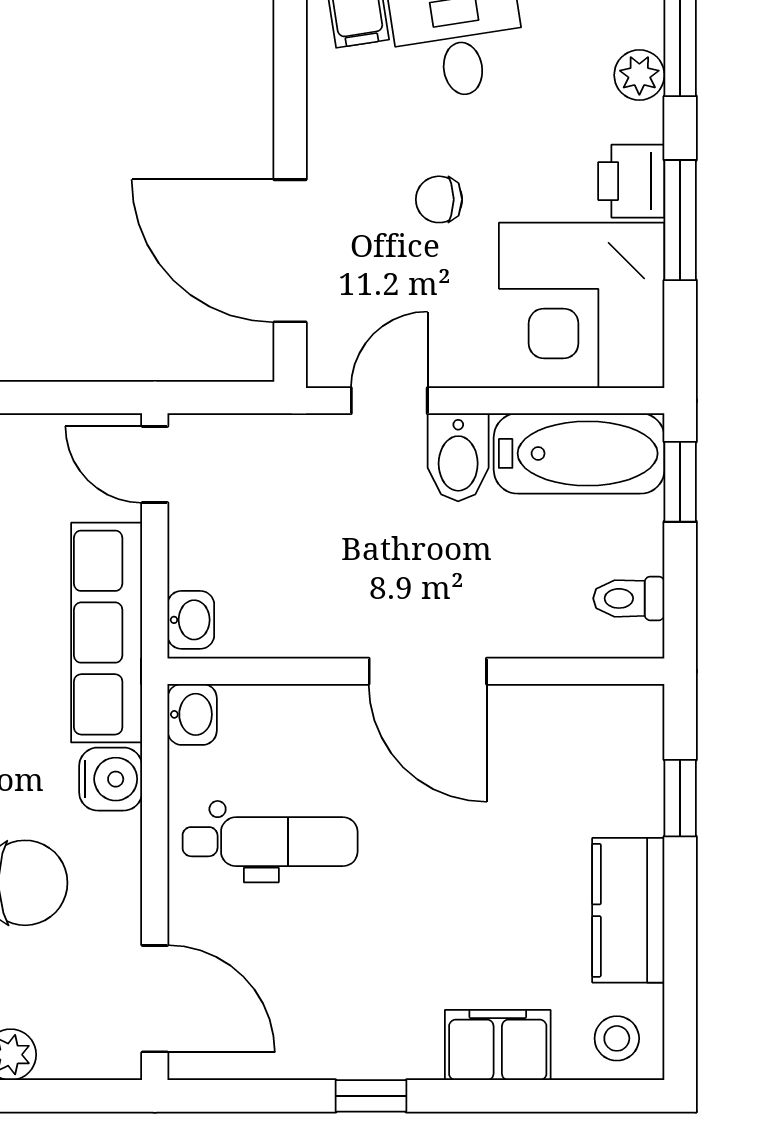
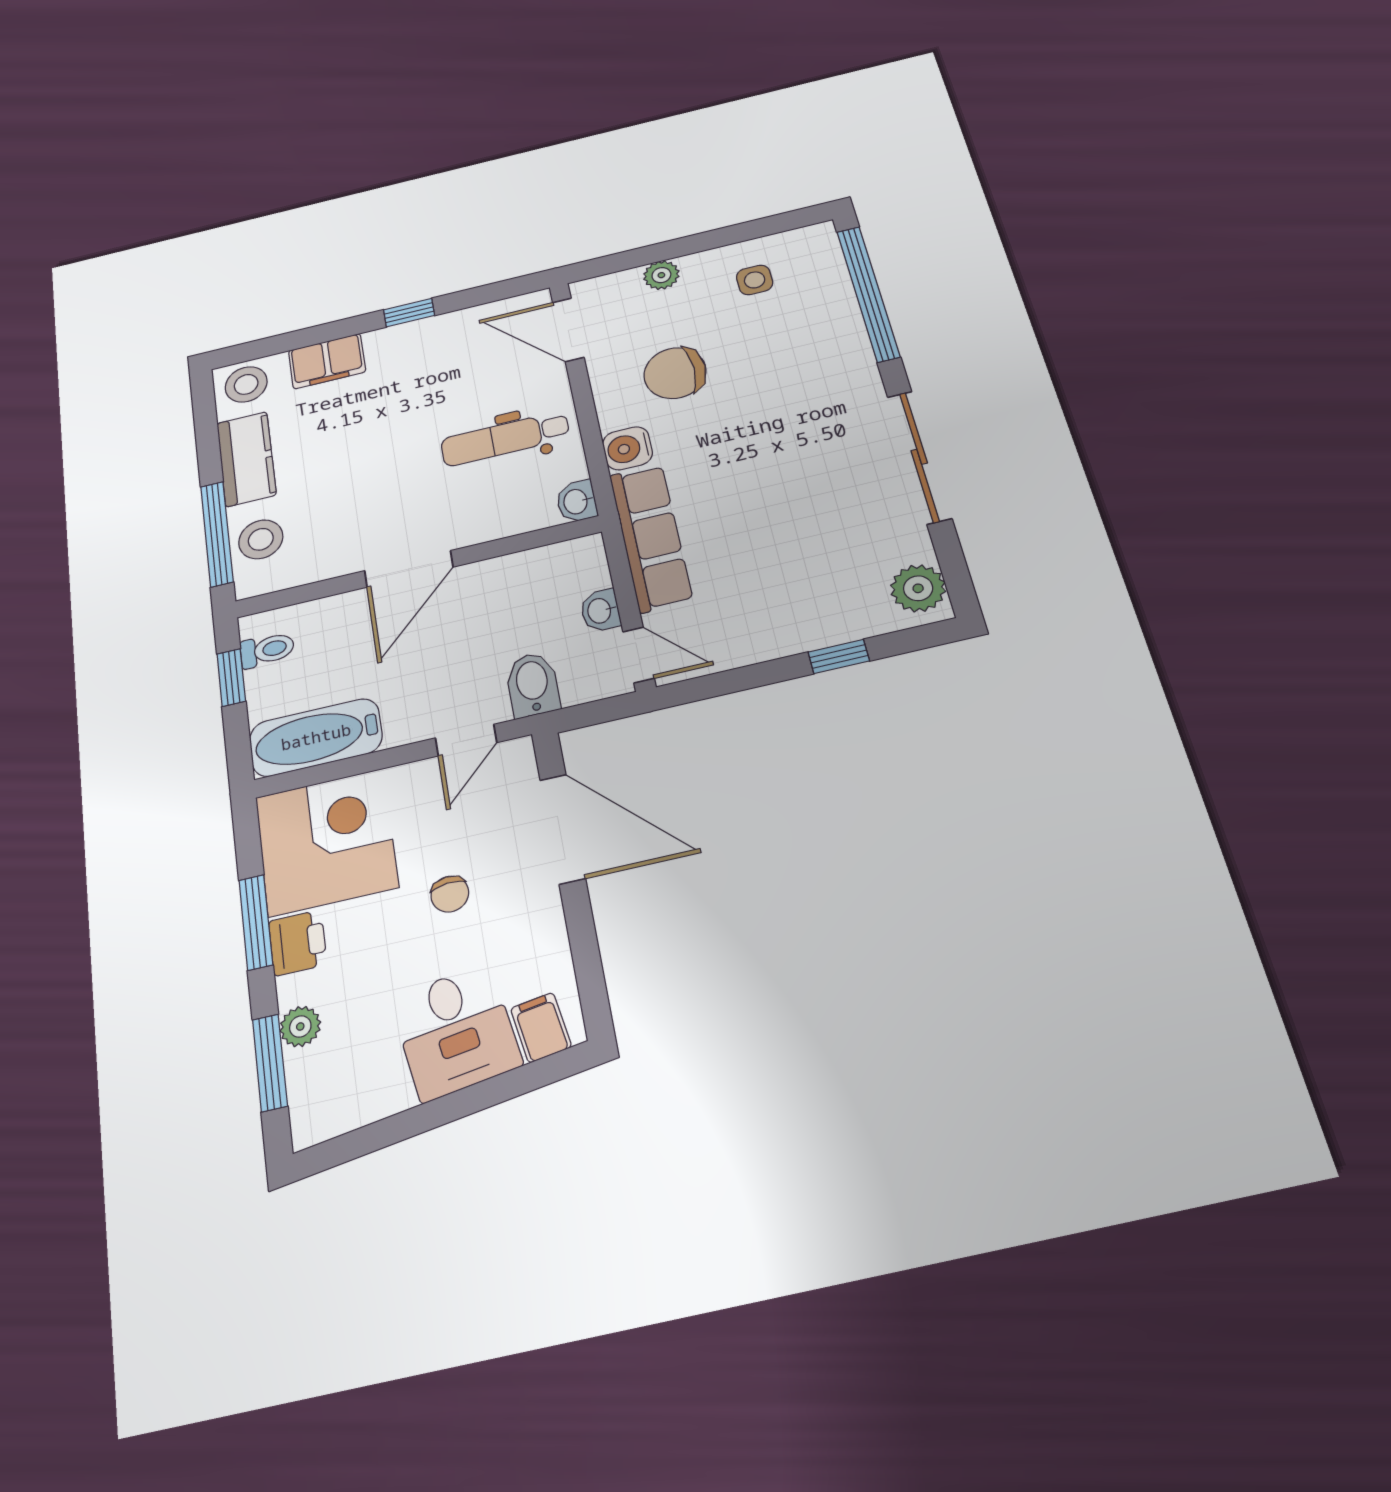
chair: (439, 199) -> (450, 894), turned 85
bidet: (458, 457) -> (533, 685), moved
window: (680, 482) -> (231, 677), moved
washbasin: (191, 620) -> (600, 611), moved
door: (428, 671) -> (409, 569), swing flipped
stool: (621, 773) -> (261, 539), added
window: (680, 798) -> (217, 534), width x2.17
stool: (617, 1038) -> (246, 384), width x1.37, depth x1.37

